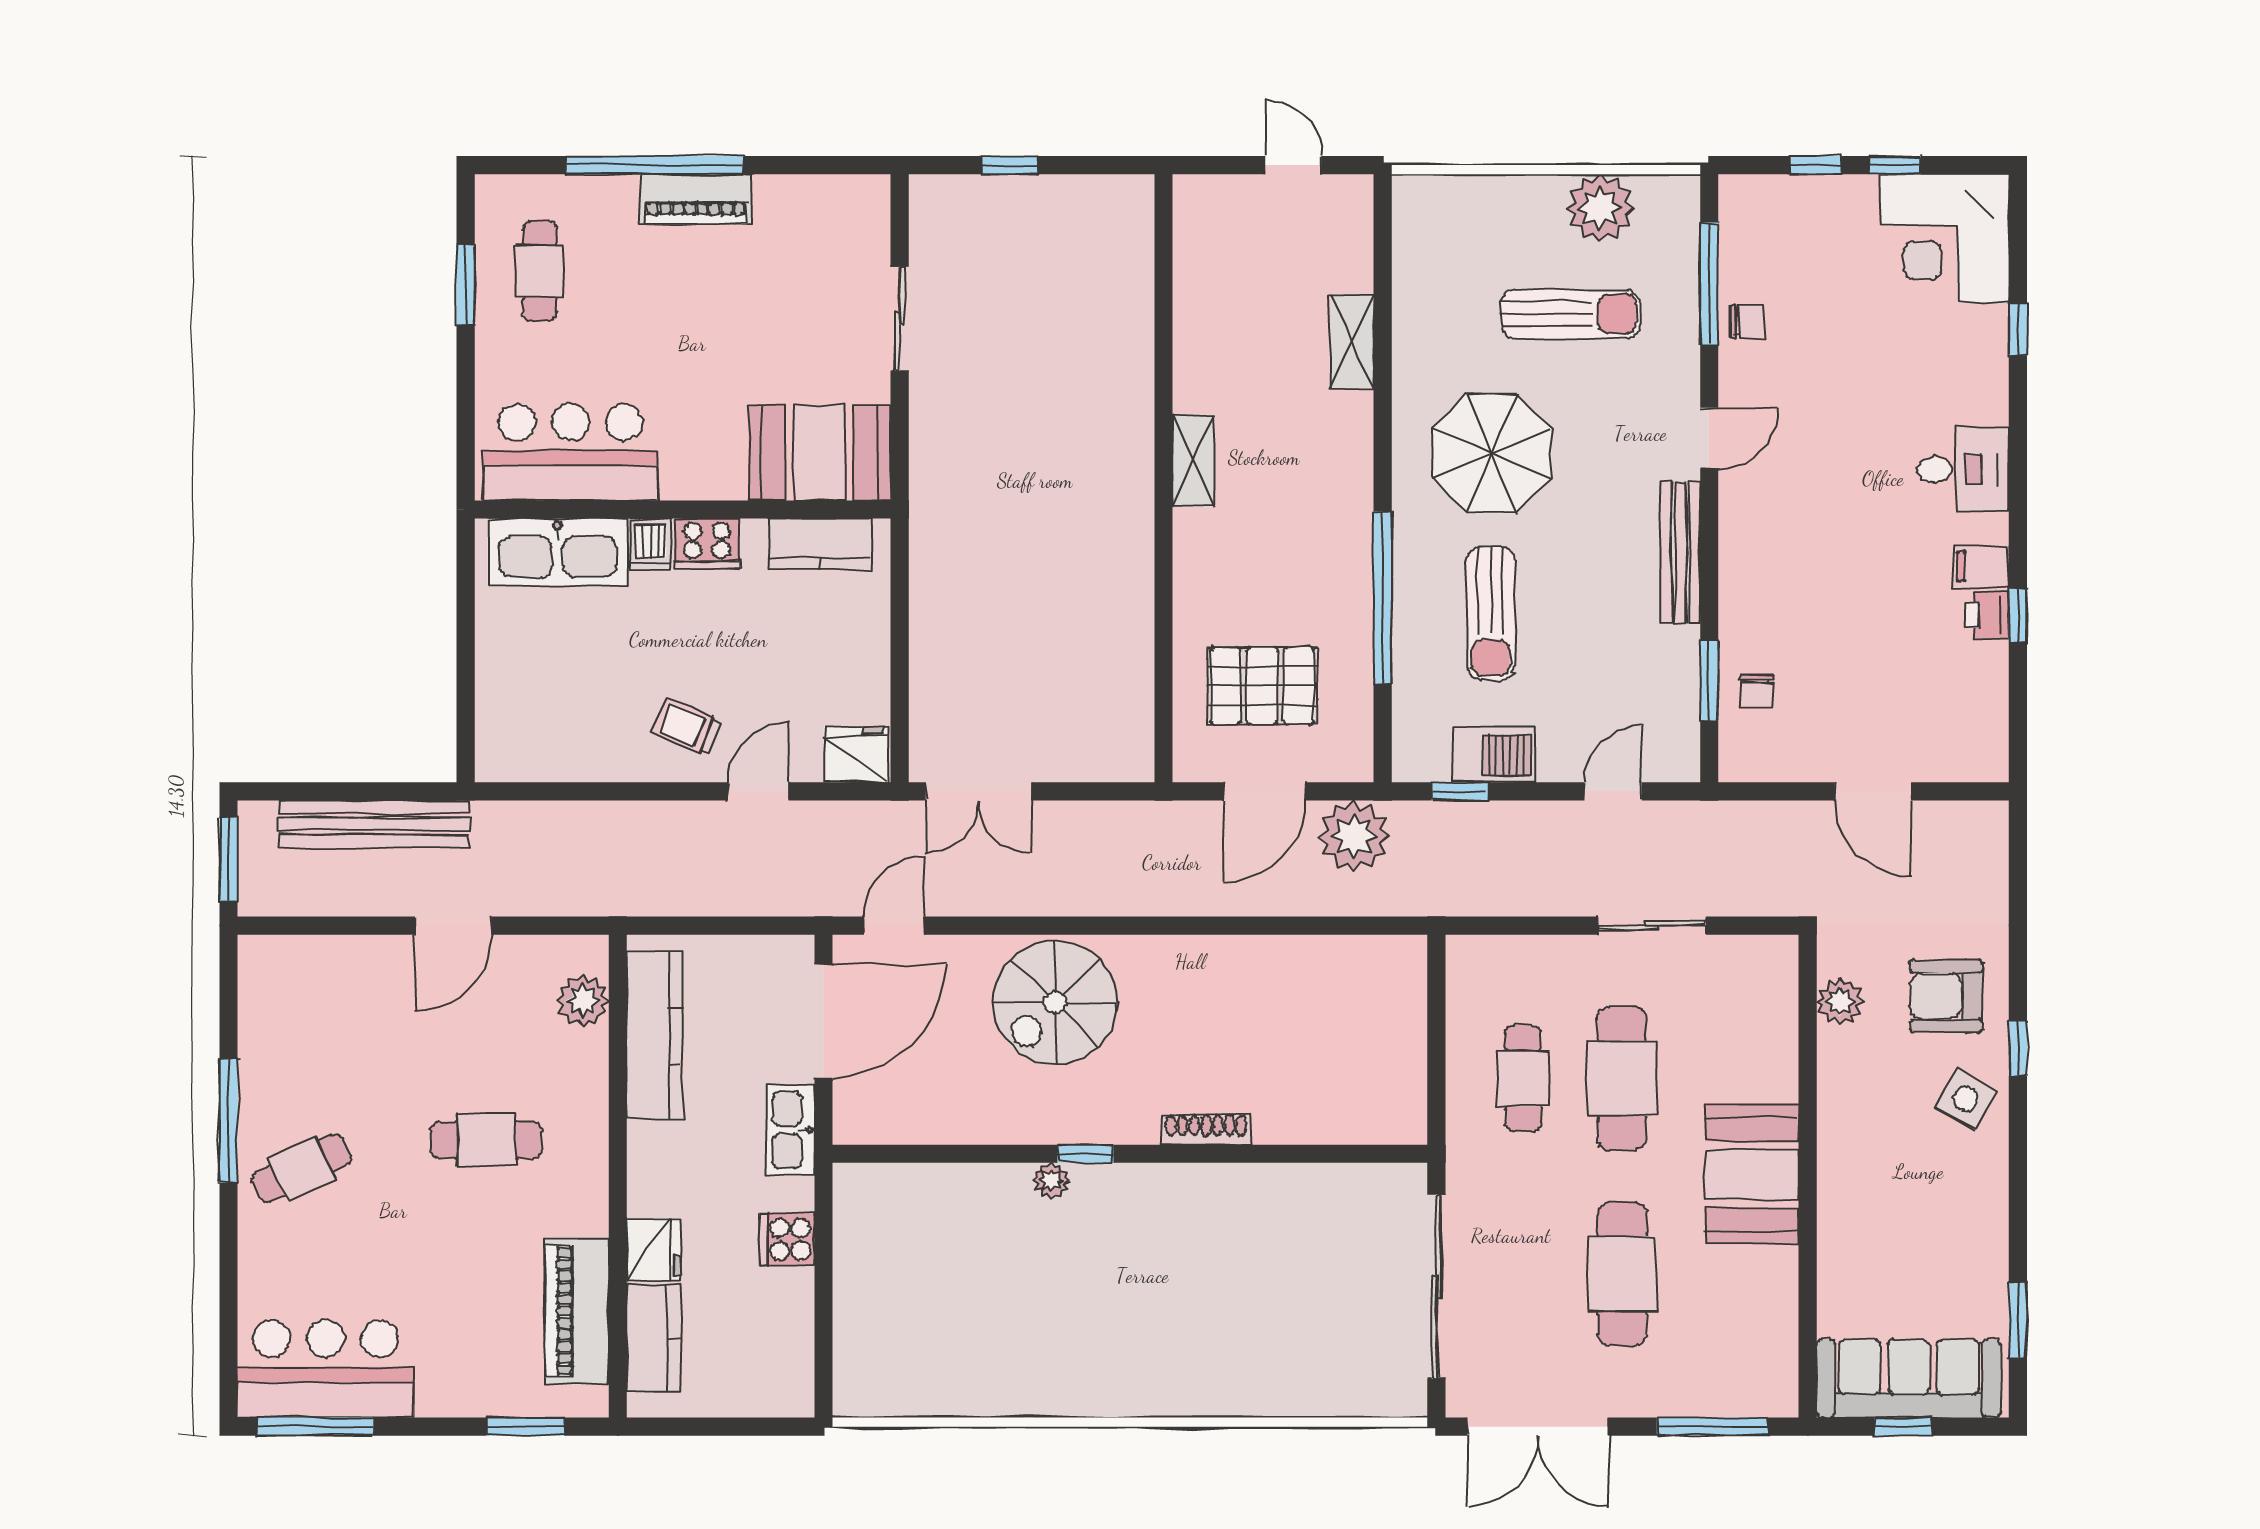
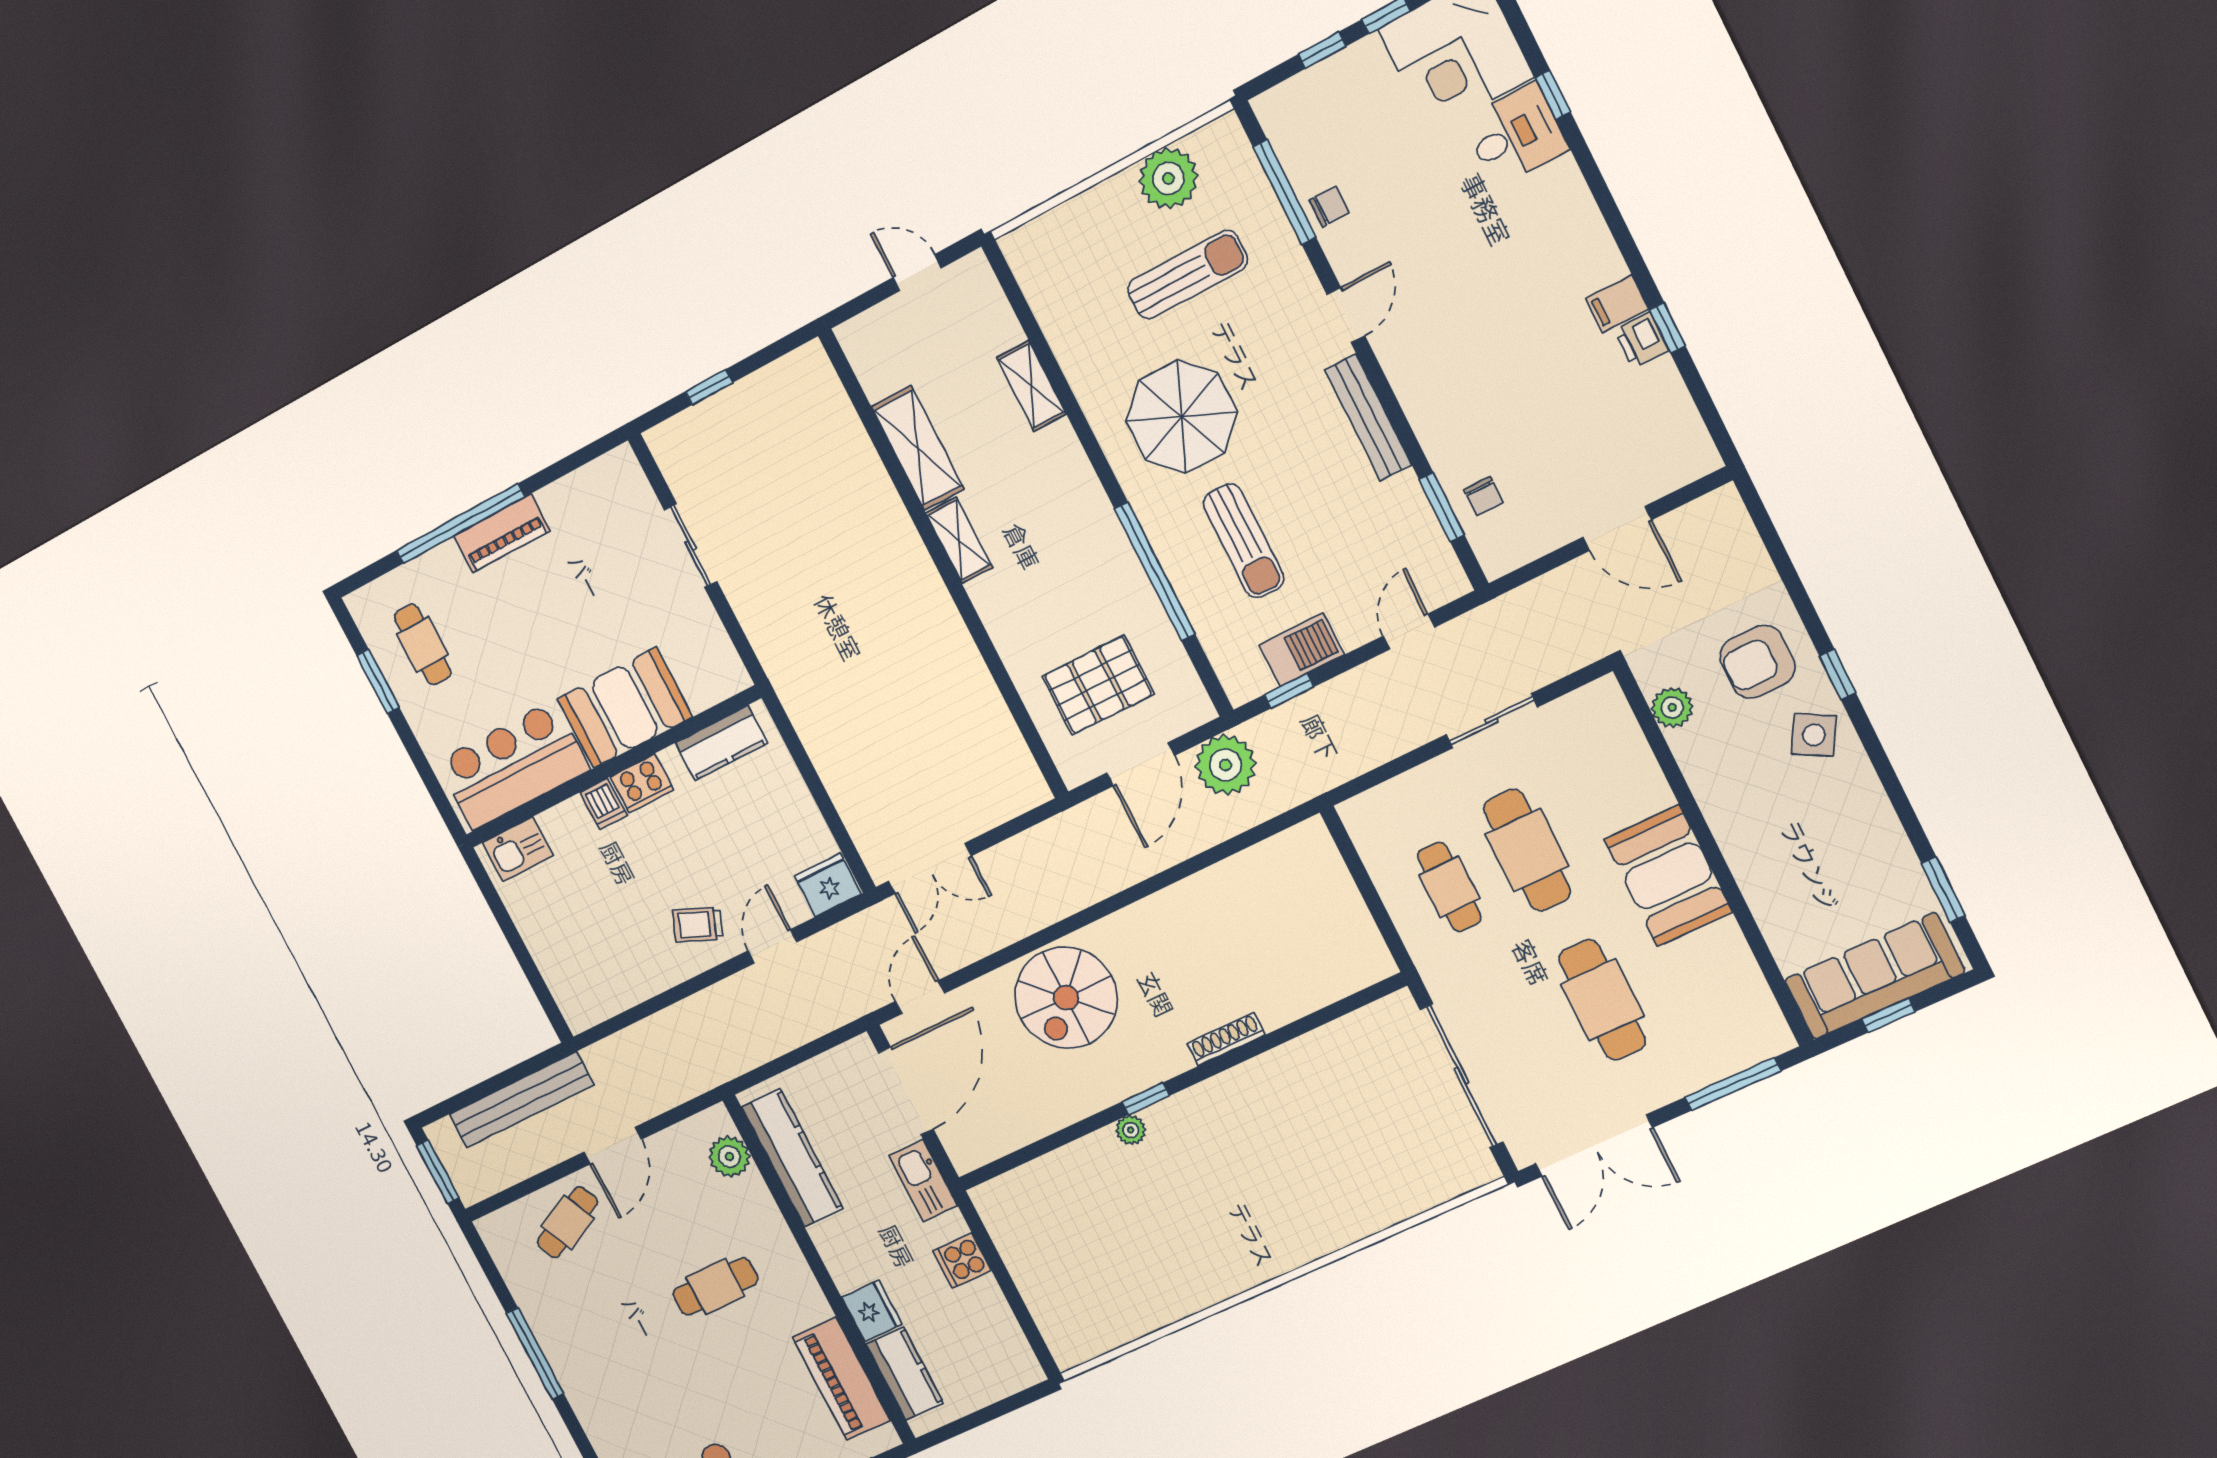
shelving: (1199, 343) -> (918, 448), added
booth: (820, 453) -> (625, 708), moved
desk: (1963, 470) -> (1515, 135), moved
kitchen sink: (558, 552) -> (518, 849), width x0.53, depth x0.81
cafe table: (301, 1169) -> (567, 1222), moved

